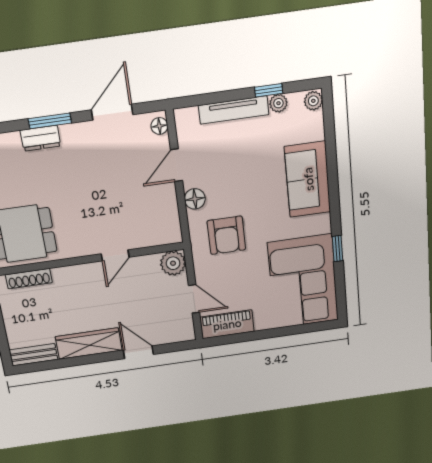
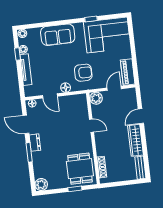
dresser: (41, 138) -> (35, 143), moved

